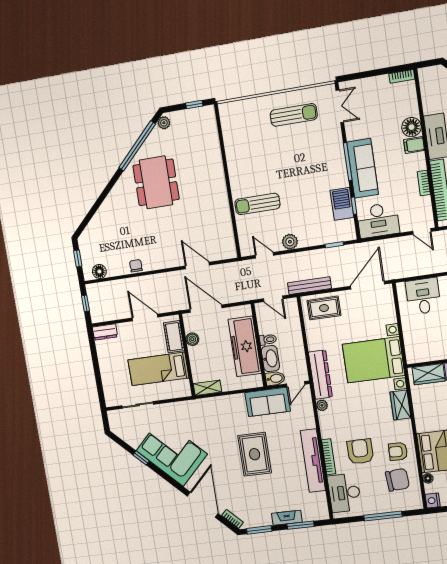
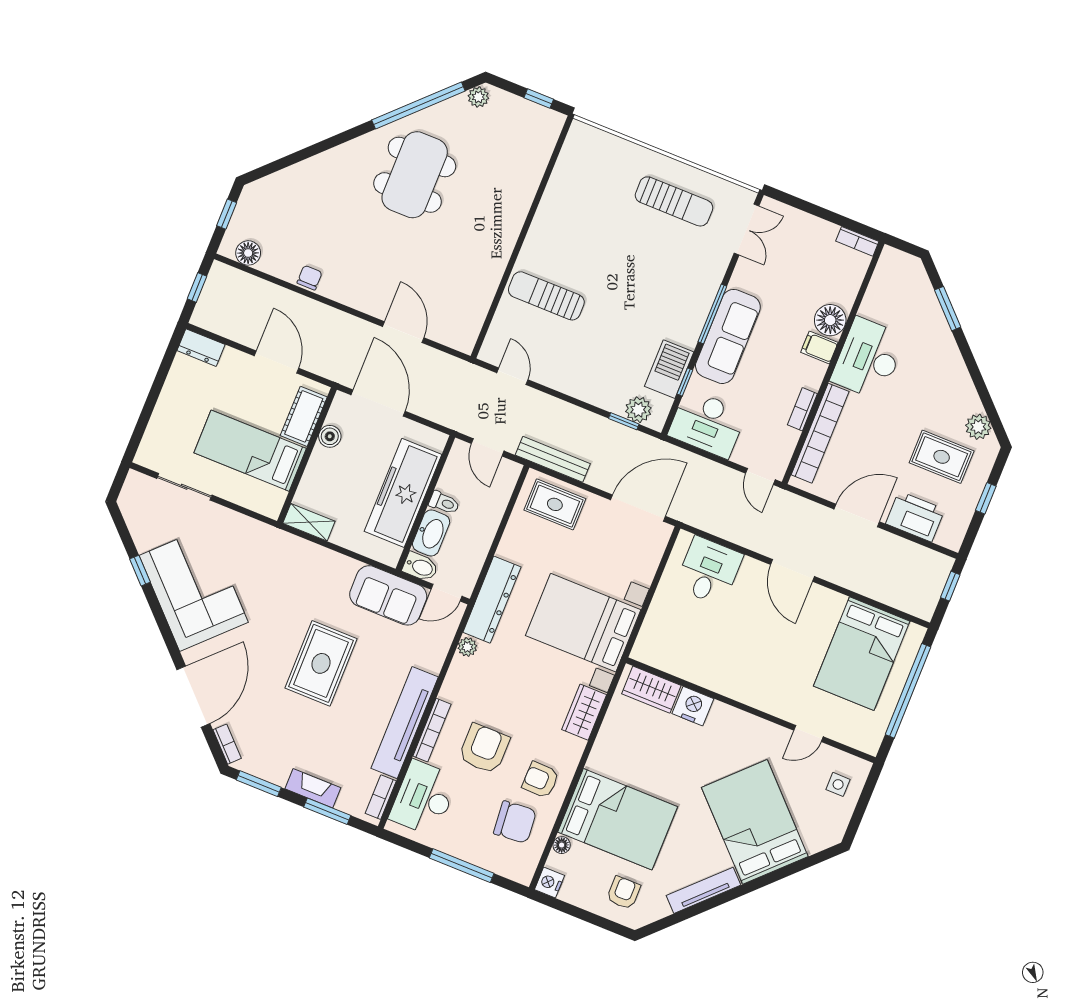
plant: (290, 242) -> (638, 410), moved
bookcase: (323, 504) -> (381, 797), added

